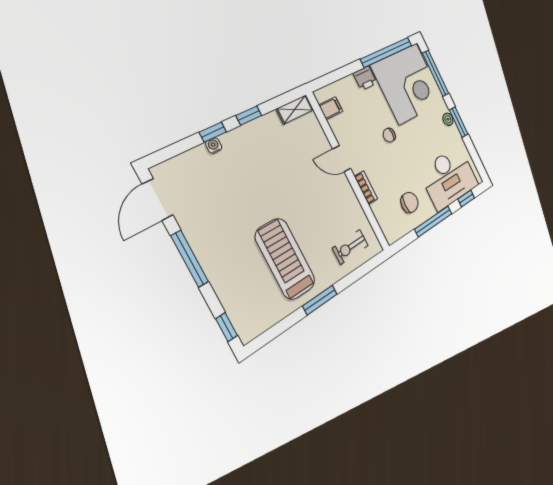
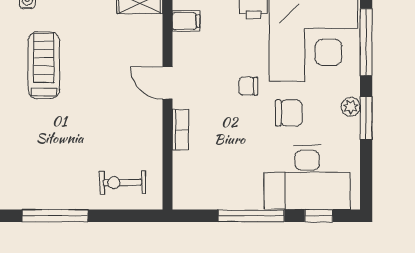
chair: (410, 202) -> (289, 113), moved
treadmill: (285, 259) -> (44, 65), moved, width x0.73, depth x0.73
window: (320, 300) -> (55, 216), width x1.44

